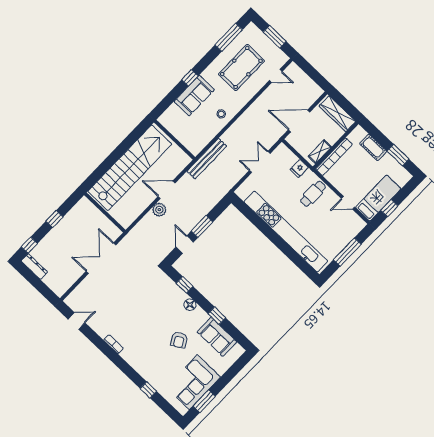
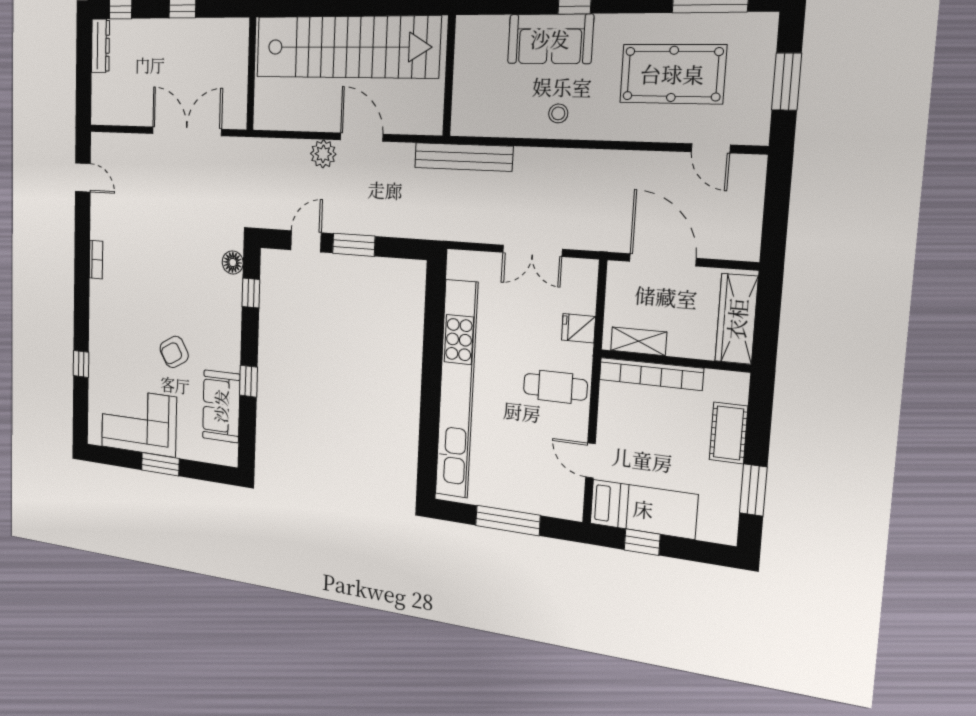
double door: (260, 162) -> (532, 251), swing flipped
floor lamp: (190, 305) -> (233, 262), moved
window: (204, 401) -> (160, 464), moved

